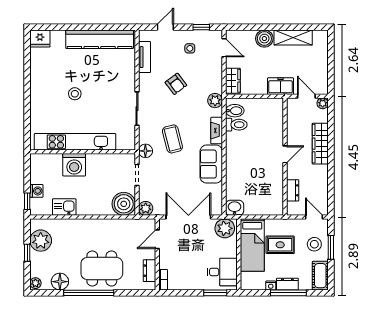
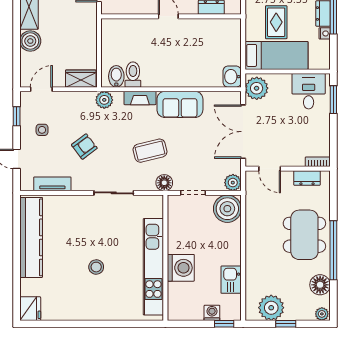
freezer: (280, 86) -> (87, 22), removed

